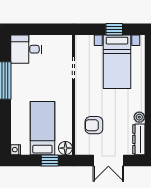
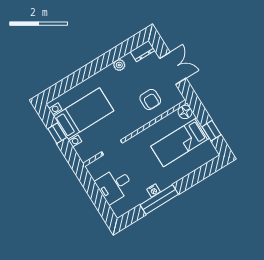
desk: (26, 49) -> (115, 185), moved, turned 90
dresser: (139, 139) -> (143, 51), width x0.70
nightstand: (16, 150) -> (154, 191), moved
window: (50, 160) -> (211, 131), moved

